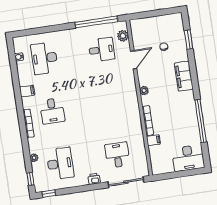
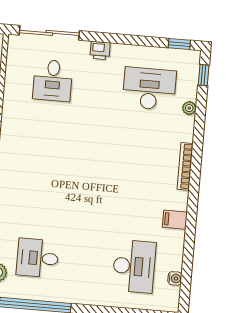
desk: (52, 111) -> (142, 177), removed
desk: (60, 164) -> (149, 89), turned 90

